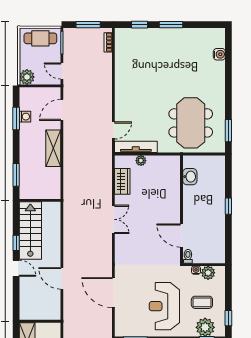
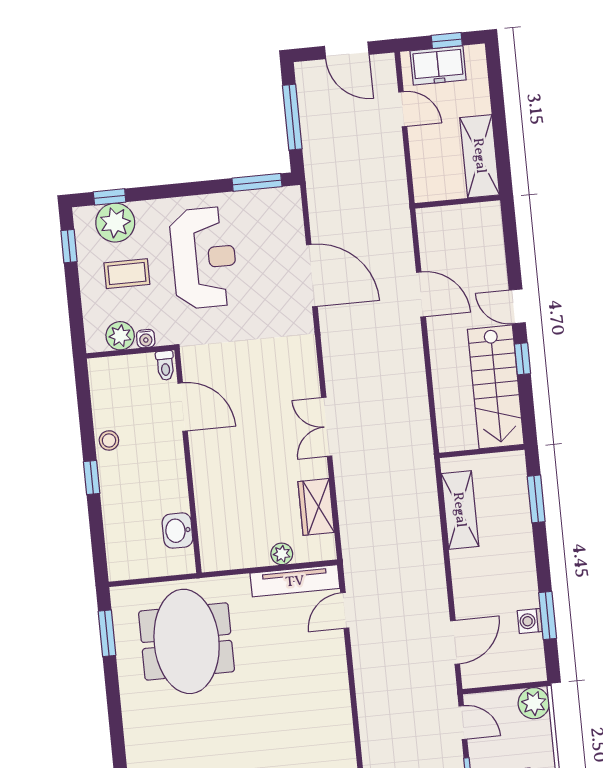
shelving: (53, 148) -> (460, 510), moved
stool: (218, 223) -> (109, 440), added

